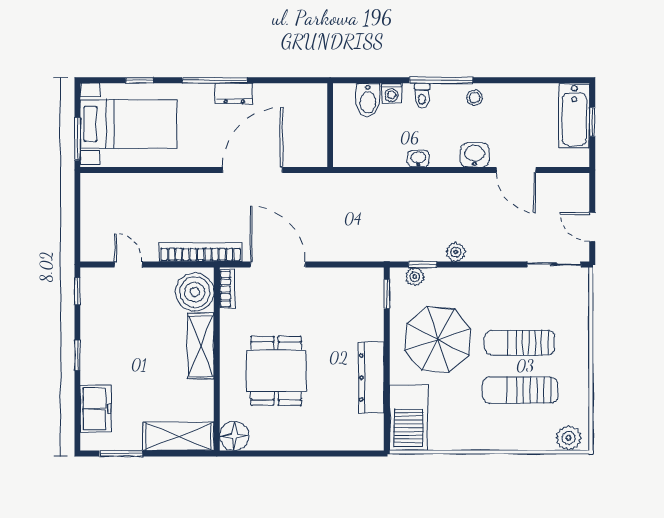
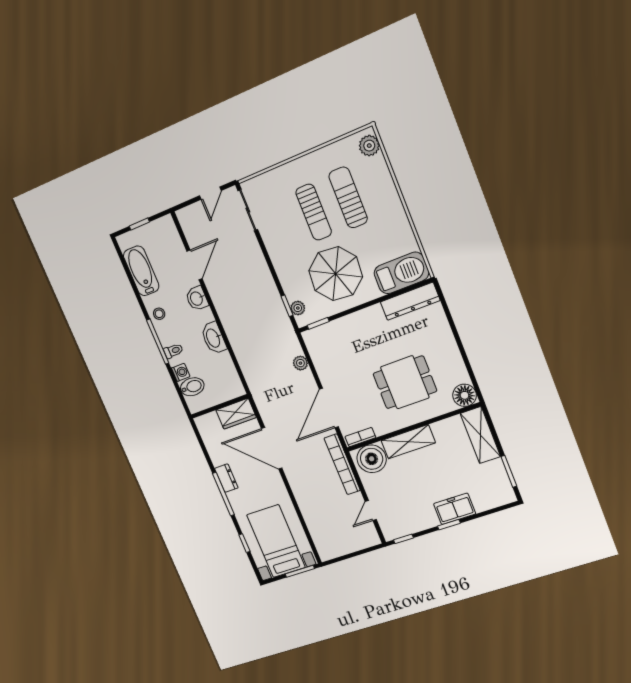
bathtub: (574, 116) -> (141, 271), moved, turned -90
wardrobe: (313, 143) -> (236, 414), added
washbasin: (418, 159) -> (213, 338), width x1.91, depth x1.45
plant: (456, 252) -> (300, 363), moved
dresser: (371, 378) -> (410, 301), moved
sun lounger: (520, 390) -> (348, 198), turned 180
freezer: (96, 409) -> (455, 509), moved

